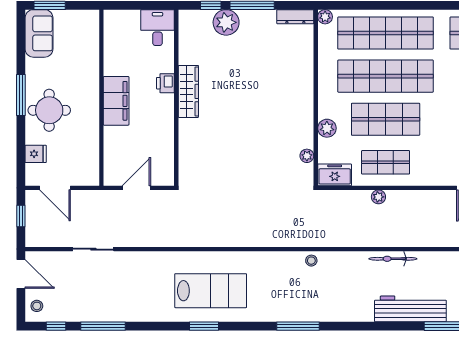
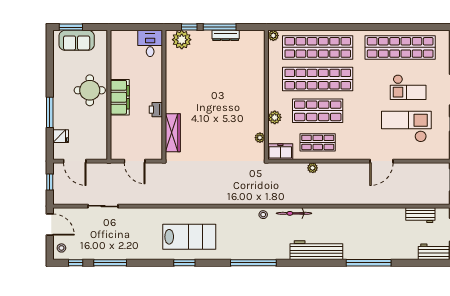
dresser: (295, 17) -> (226, 35), moved
plant: (226, 22) -> (182, 40), moved
sofa: (39, 33) -> (77, 40), moved, turned 90
printer: (165, 83) -> (156, 110), moved
wardrobe: (188, 91) -> (173, 133), moved
window: (21, 95) -> (50, 112), moved
round table: (49, 110) -> (90, 90), moved
door: (136, 188) -> (135, 161), swing flipped
bicycle: (393, 259) -> (294, 213), moved
workbench: (410, 309) -> (316, 250), moved
window: (298, 326) -> (253, 263), width x1.46

